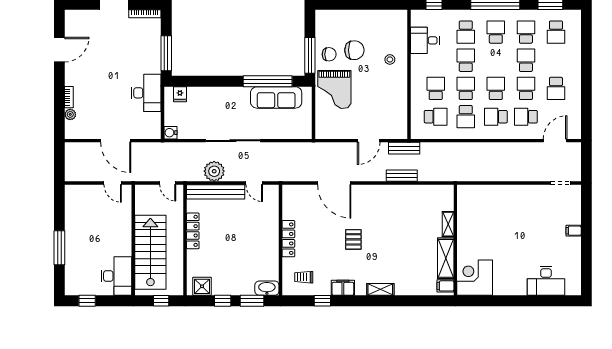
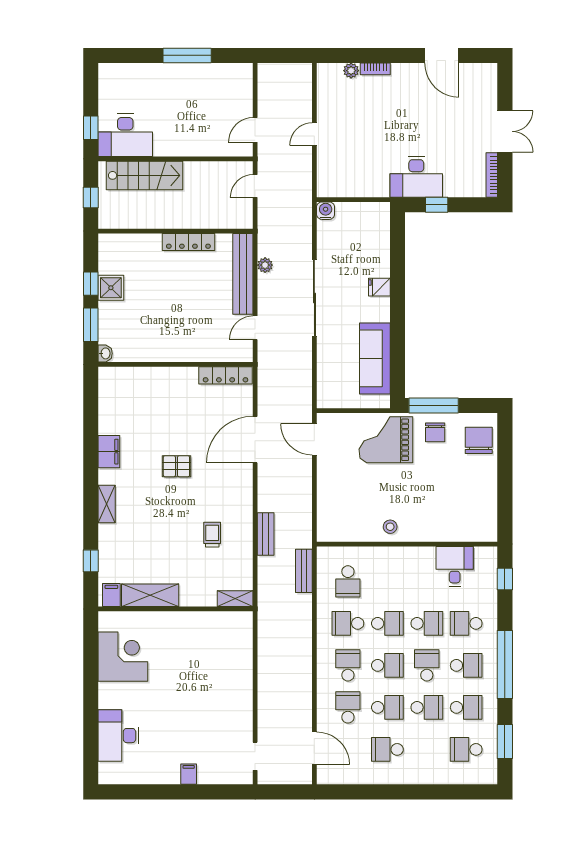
chair: (354, 50) -> (479, 440), moved, turned 180
window: (166, 53) -> (437, 205), width x0.46
stool: (390, 59) -> (390, 527), moved
window: (268, 81) -> (397, 347), removed
school desk: (436, 88) -> (427, 665), moved, turned -90
desk: (146, 93) -> (416, 177), moved
fridge: (180, 94) -> (379, 287), moved
door: (116, 141) -> (314, 134), width x0.53
door: (369, 141) -> (314, 439), moved
bench: (404, 148) -> (304, 571), moved
plant: (214, 171) -> (265, 265), width x0.53, depth x0.53
door: (168, 183) -> (255, 186), moved
shelving: (448, 224) -> (235, 599), moved
locker: (288, 239) -> (226, 375), moved
window: (59, 248) -> (187, 55), moved
stairs: (150, 252) -> (145, 175), width x0.73, depth x0.66
trolley: (304, 277) -> (212, 535), moved
corner desk: (475, 278) -> (123, 657), moved
shower: (202, 286) -> (111, 288), moved
washbasin: (267, 288) -> (105, 353), width x0.52, depth x0.69
window: (87, 301) -> (91, 128), moved
window: (322, 301) -> (91, 561), moved

